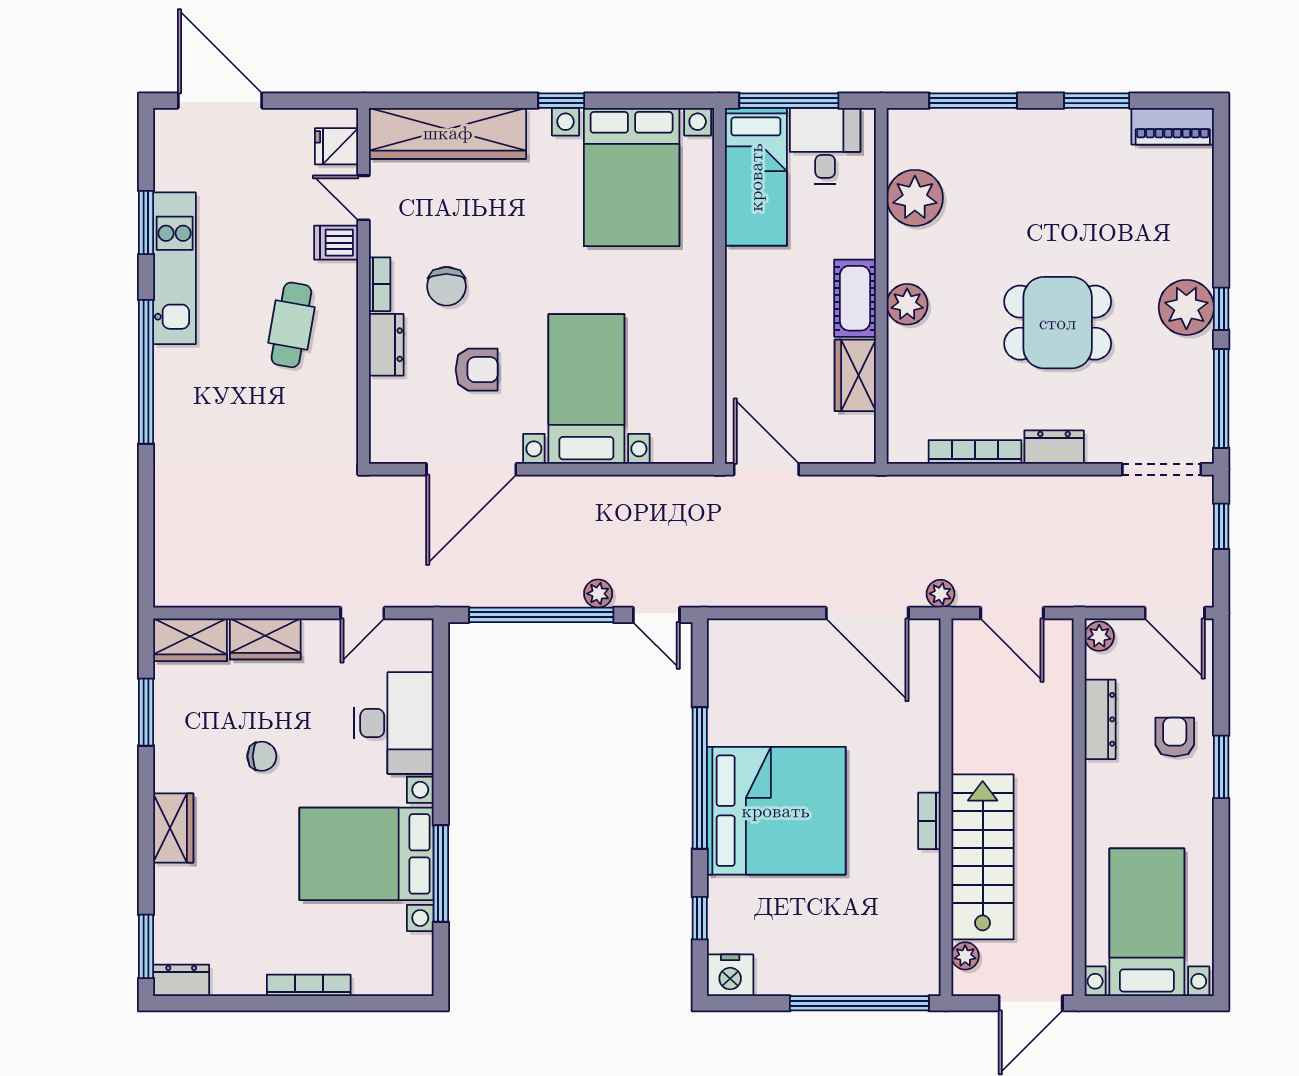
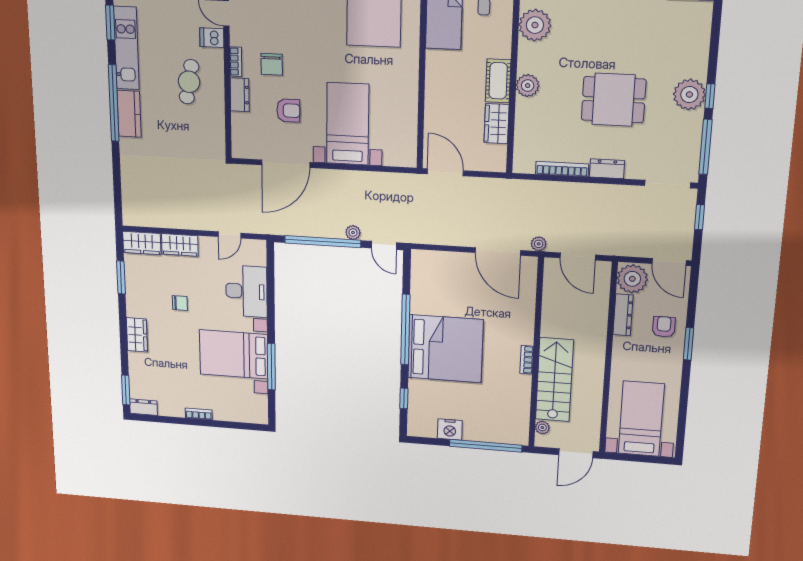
kitchen counter: (175, 390) -> (129, 114), added
plant: (1099, 636) -> (632, 279), width x1.87, depth x1.87
nightstand: (730, 975) -> (450, 429), moved
bookcase: (309, 985) -> (199, 414), width x0.64

